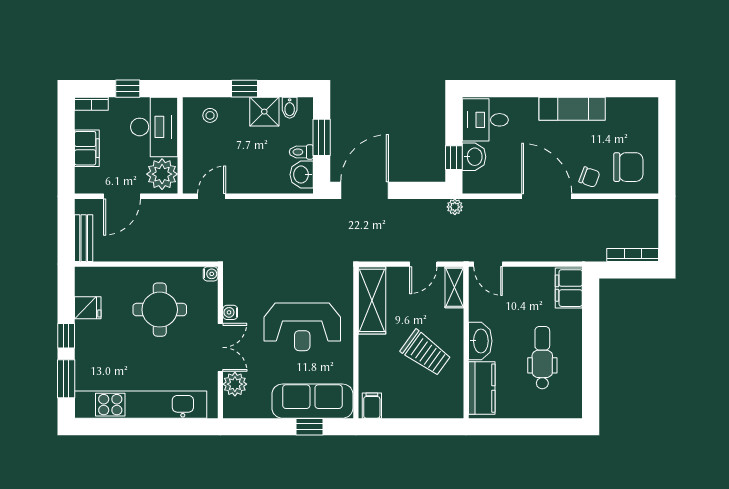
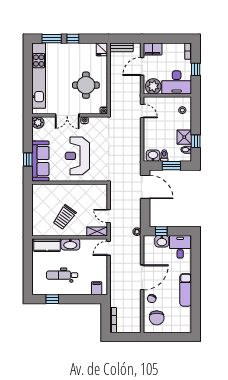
window: (244, 89) -> (196, 141), moved
filing cabinet: (87, 148) -> (153, 49), moved
door: (122, 196) -> (142, 66), hinge flipped
filing cabinet: (569, 288) -> (97, 288), width x0.50
shelving: (372, 300) -> (90, 191), removed
fridge: (88, 308) -> (102, 49), moved
dental chair: (542, 358) -> (62, 275), turned 180
window: (591, 377) -> (52, 299), added
plant: (235, 384) -> (38, 122), moved
filing cabinet: (372, 406) -> (38, 190), removed

